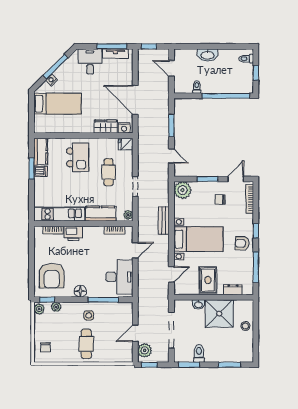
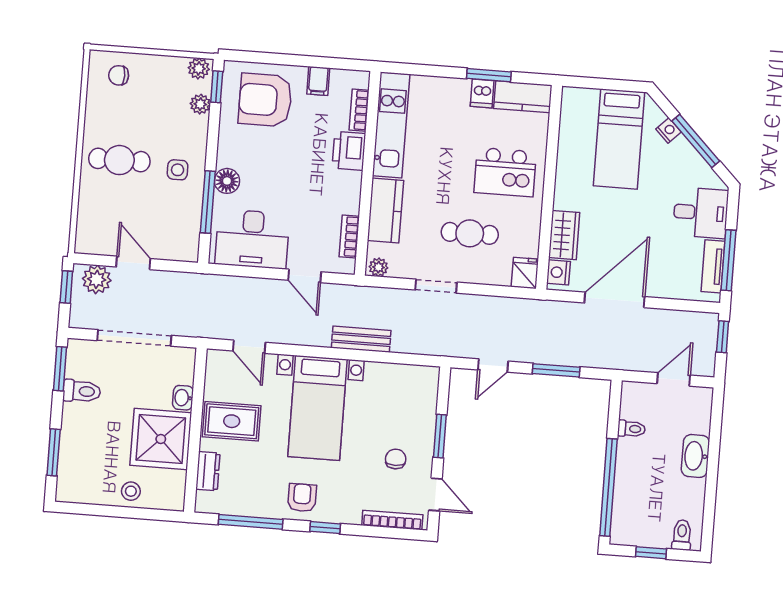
plant: (182, 190) -> (421, 383), removed
filing cabinet: (41, 251) -> (318, 81), added
floor lamp: (80, 291) -> (227, 181), moved

